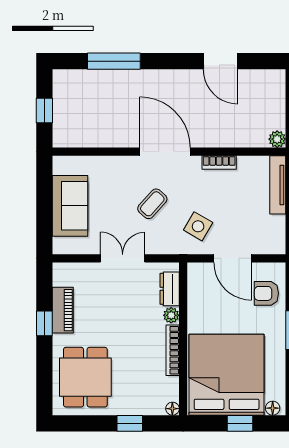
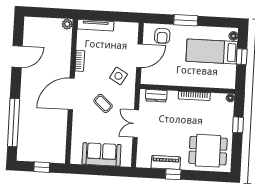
window: (114, 61) -> (14, 122), width x1.46
plant: (171, 315) -> (173, 96), removed
bed: (227, 375) -> (212, 51), width x0.49

